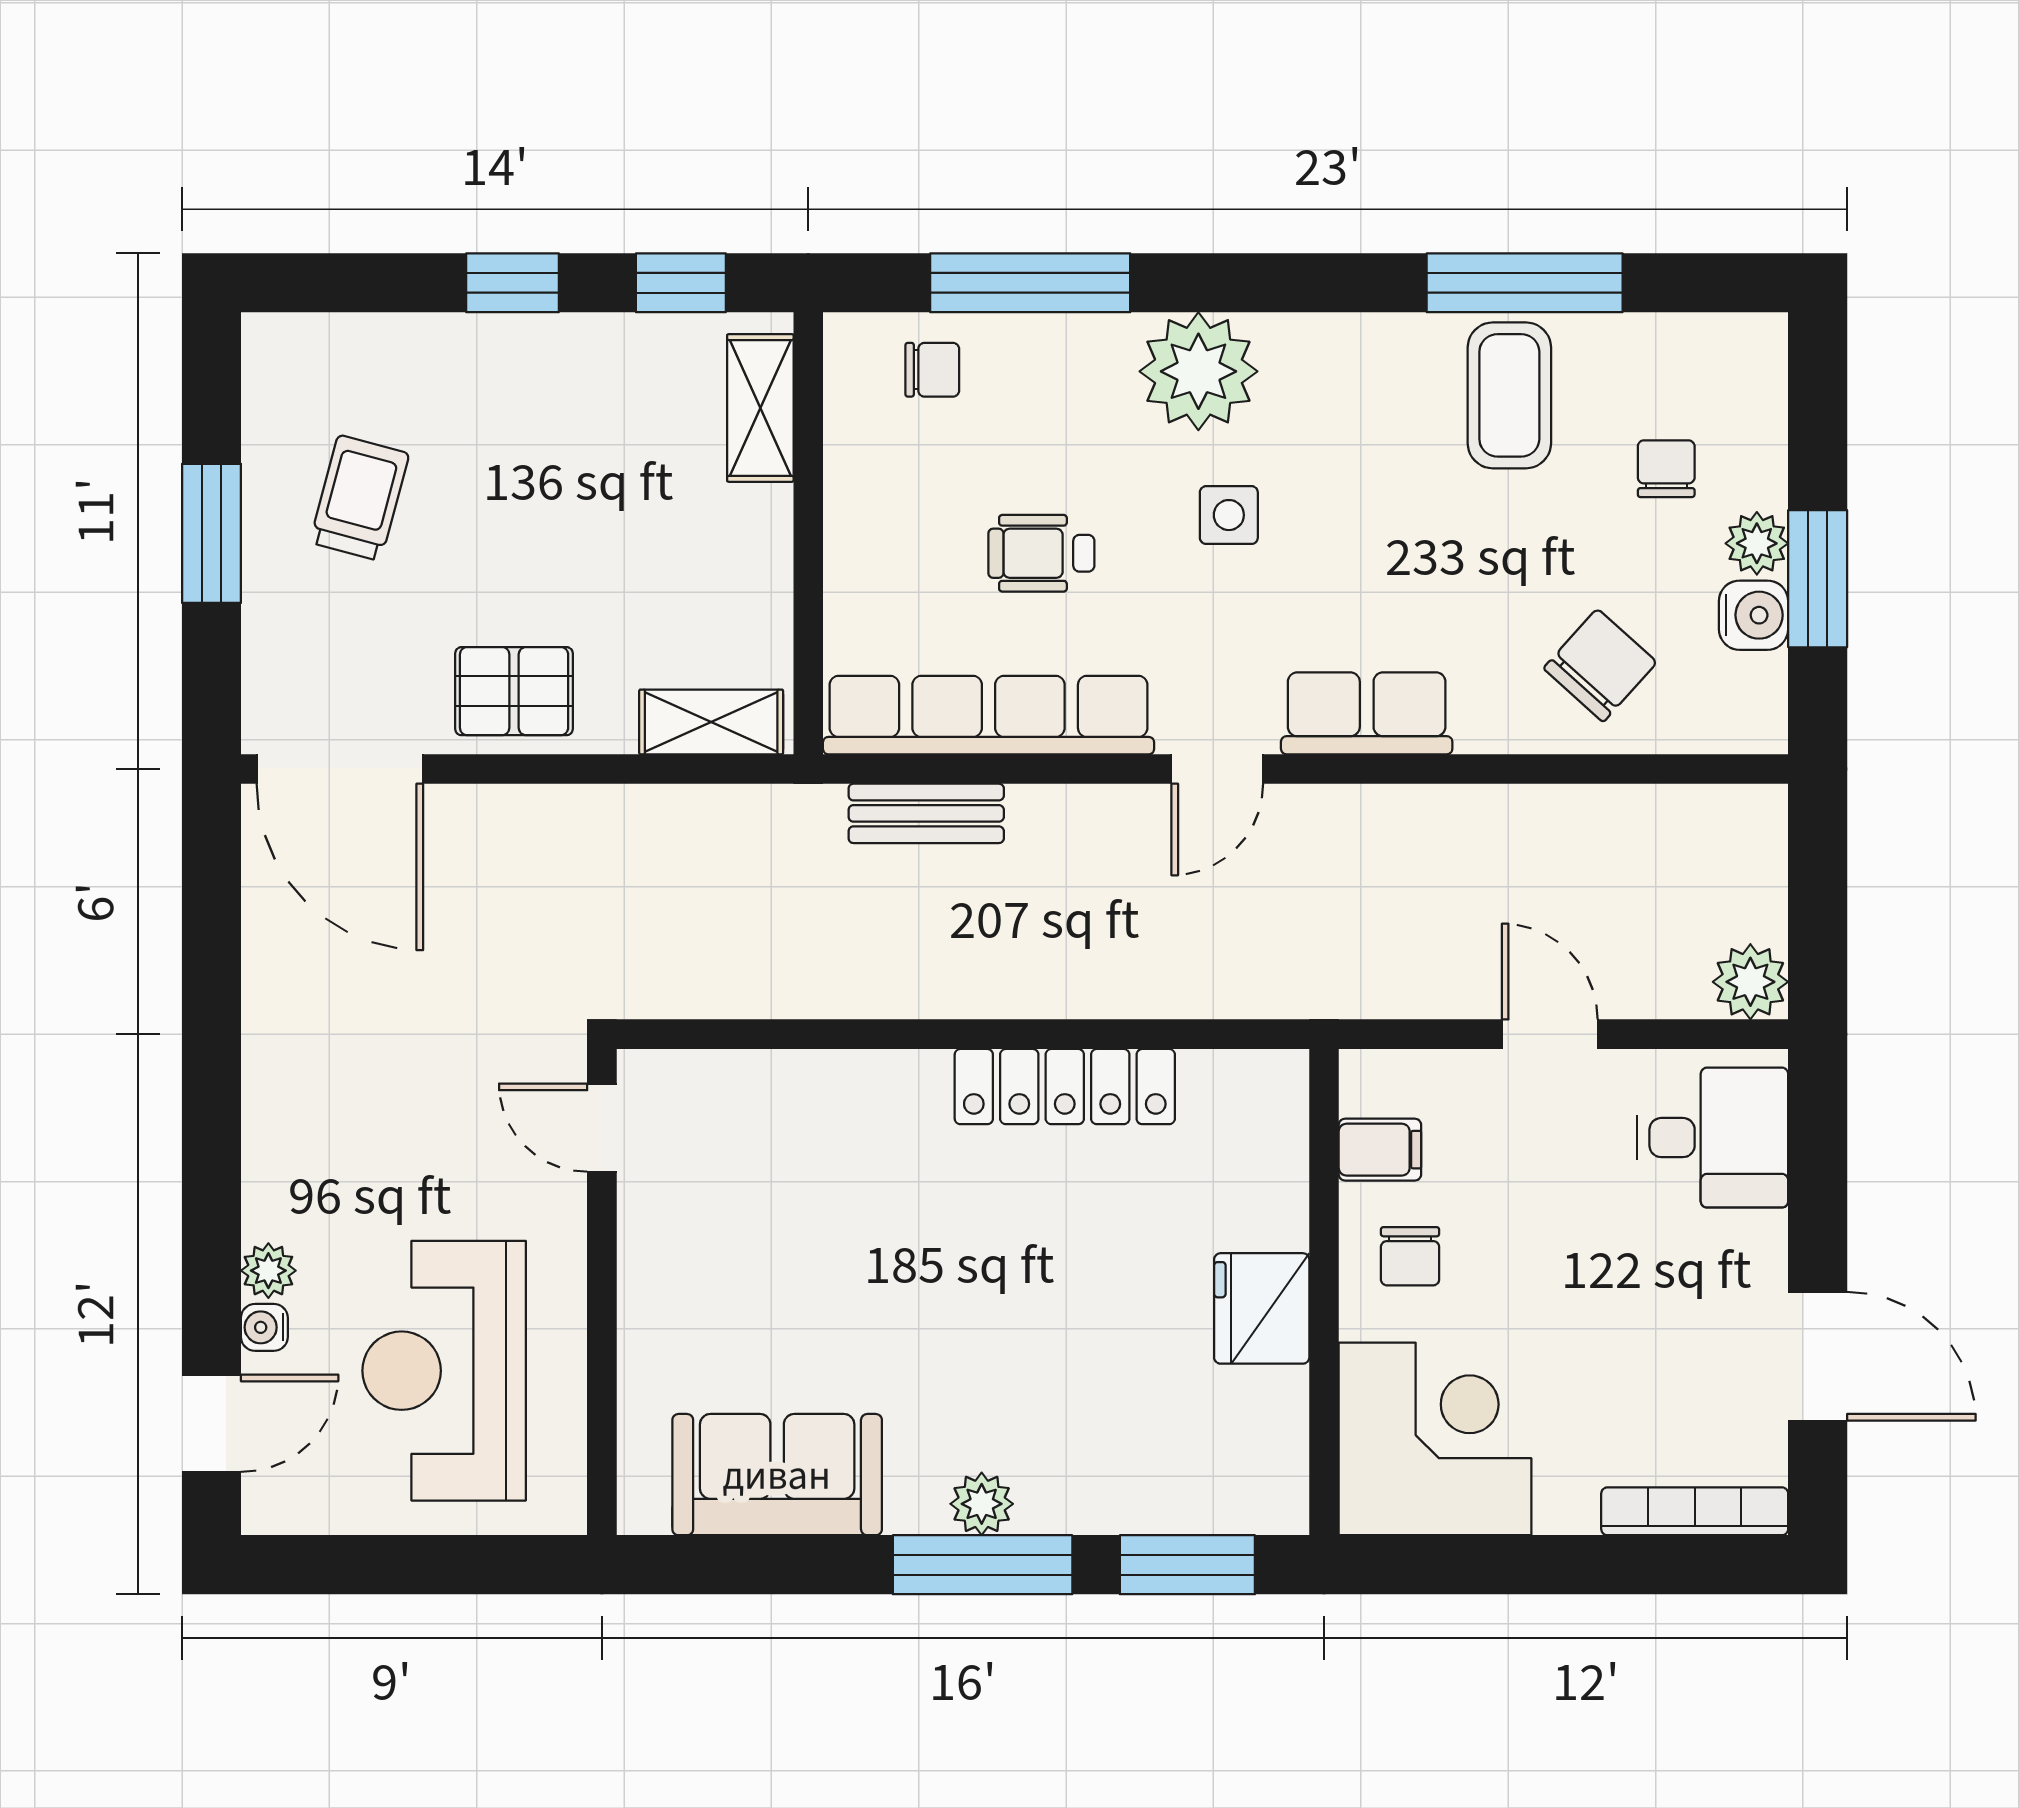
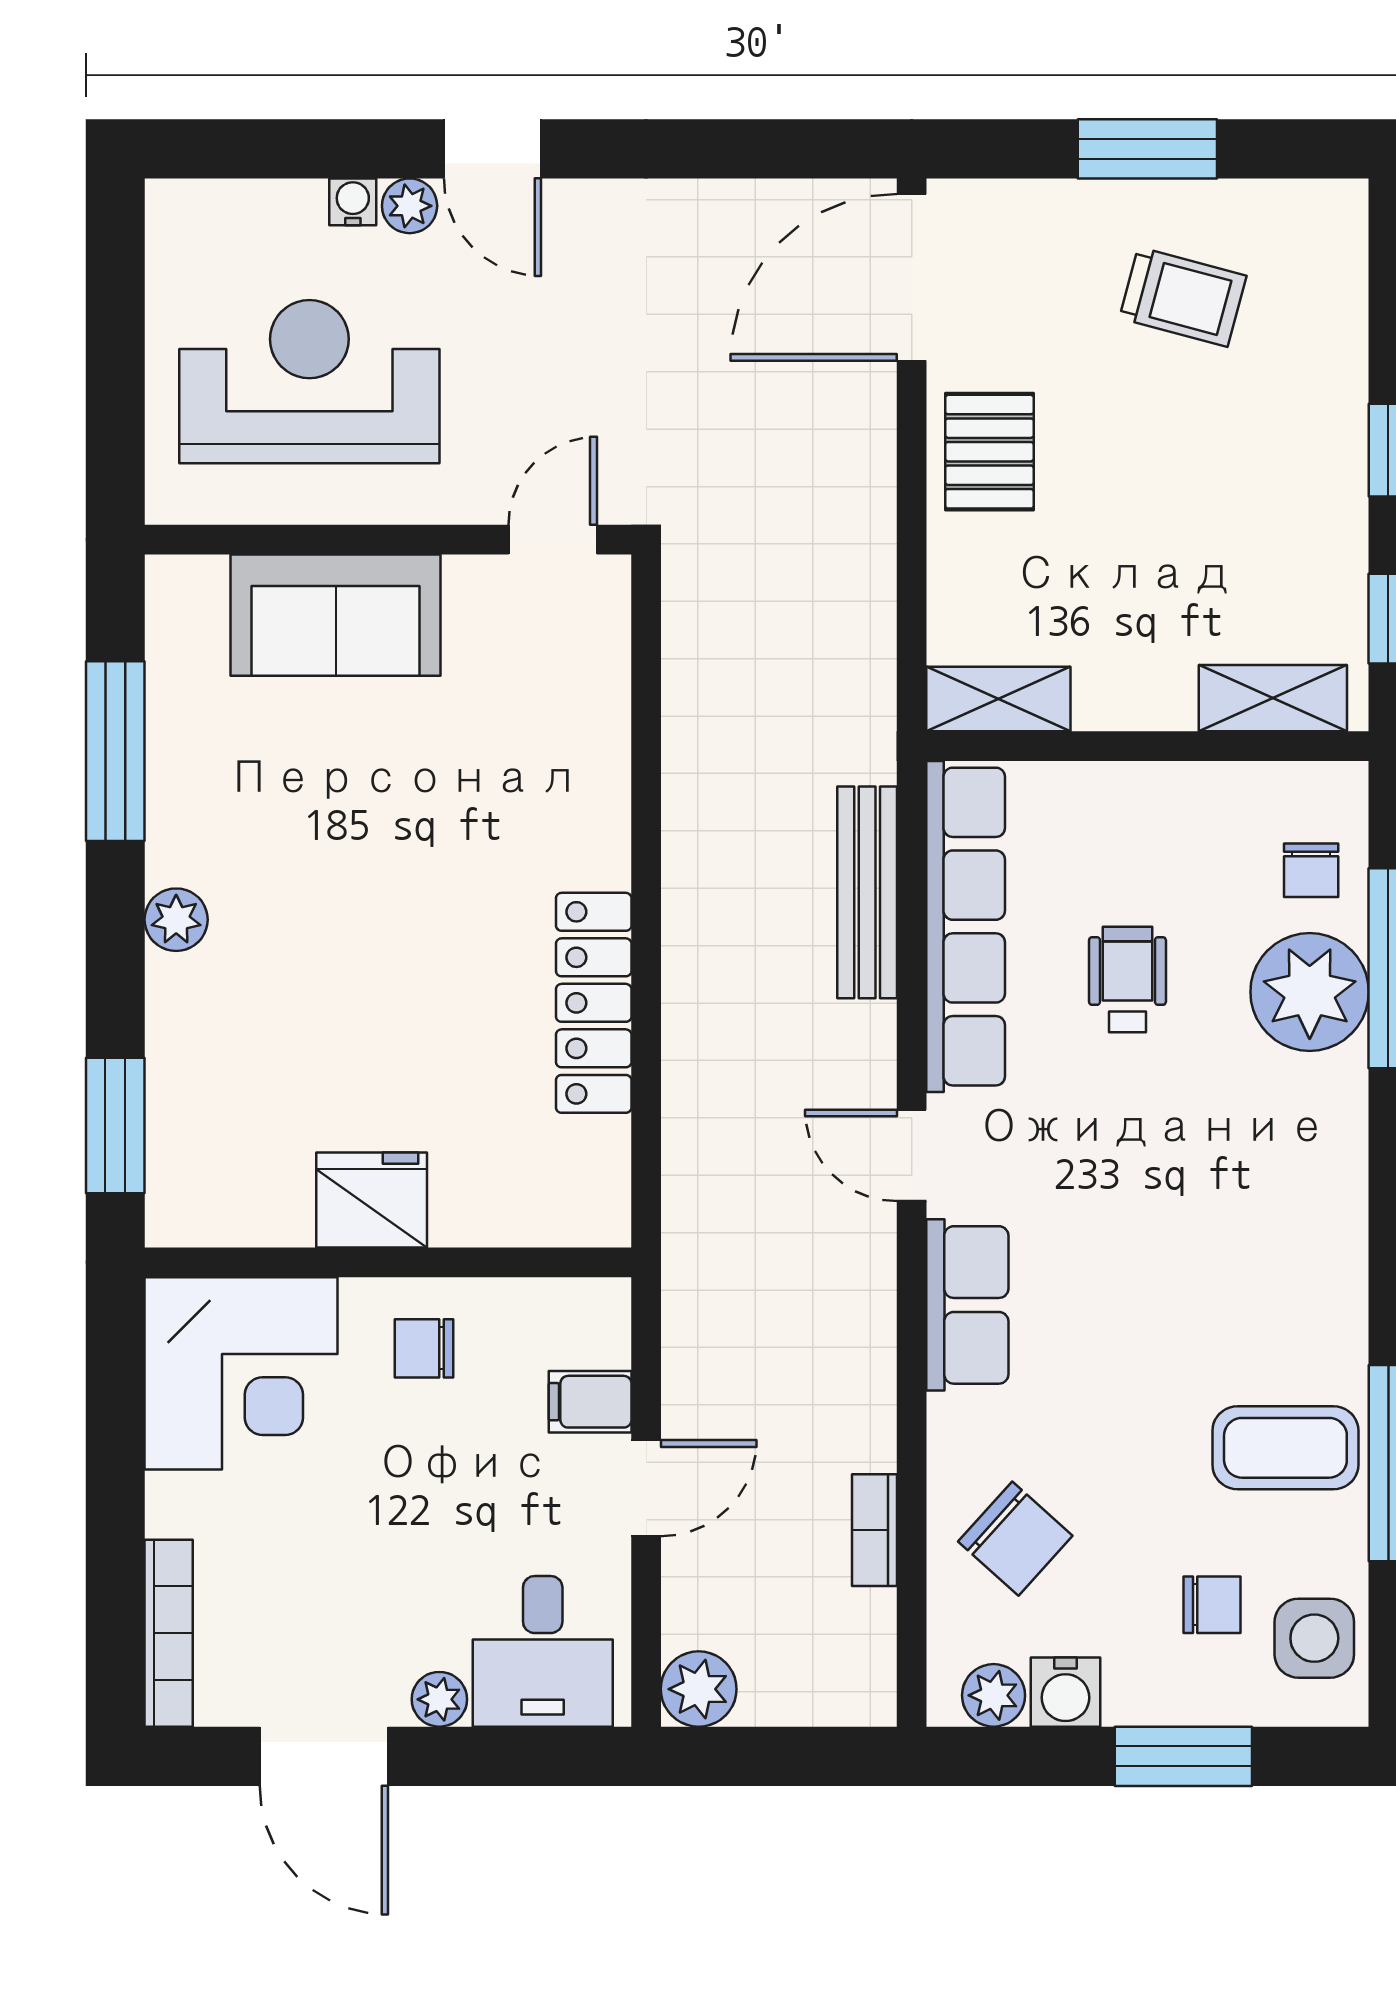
plant: (1198, 371) -> (1310, 992), moved
side table: (1229, 515) -> (1314, 1638), moved, width x1.37, depth x1.37
plant: (1757, 543) -> (994, 1695), moved
window: (1818, 579) -> (1183, 1756), moved
shelving: (711, 722) -> (998, 699), moved, turned 90
bookcase: (1592, 806) -> (874, 1530), added
bench: (926, 813) -> (867, 892), width x1.36
filing cabinet: (1380, 1150) -> (590, 1402), moved, turned 90
plant: (1761, 1241) -> (439, 1699), added
door: (1818, 1356) -> (324, 1756), hinge flipped
door: (211, 1423) -> (492, 149), moved
sofa: (777, 1475) -> (336, 615), moved, turned 90
window: (983, 1565) -> (115, 751), moved

